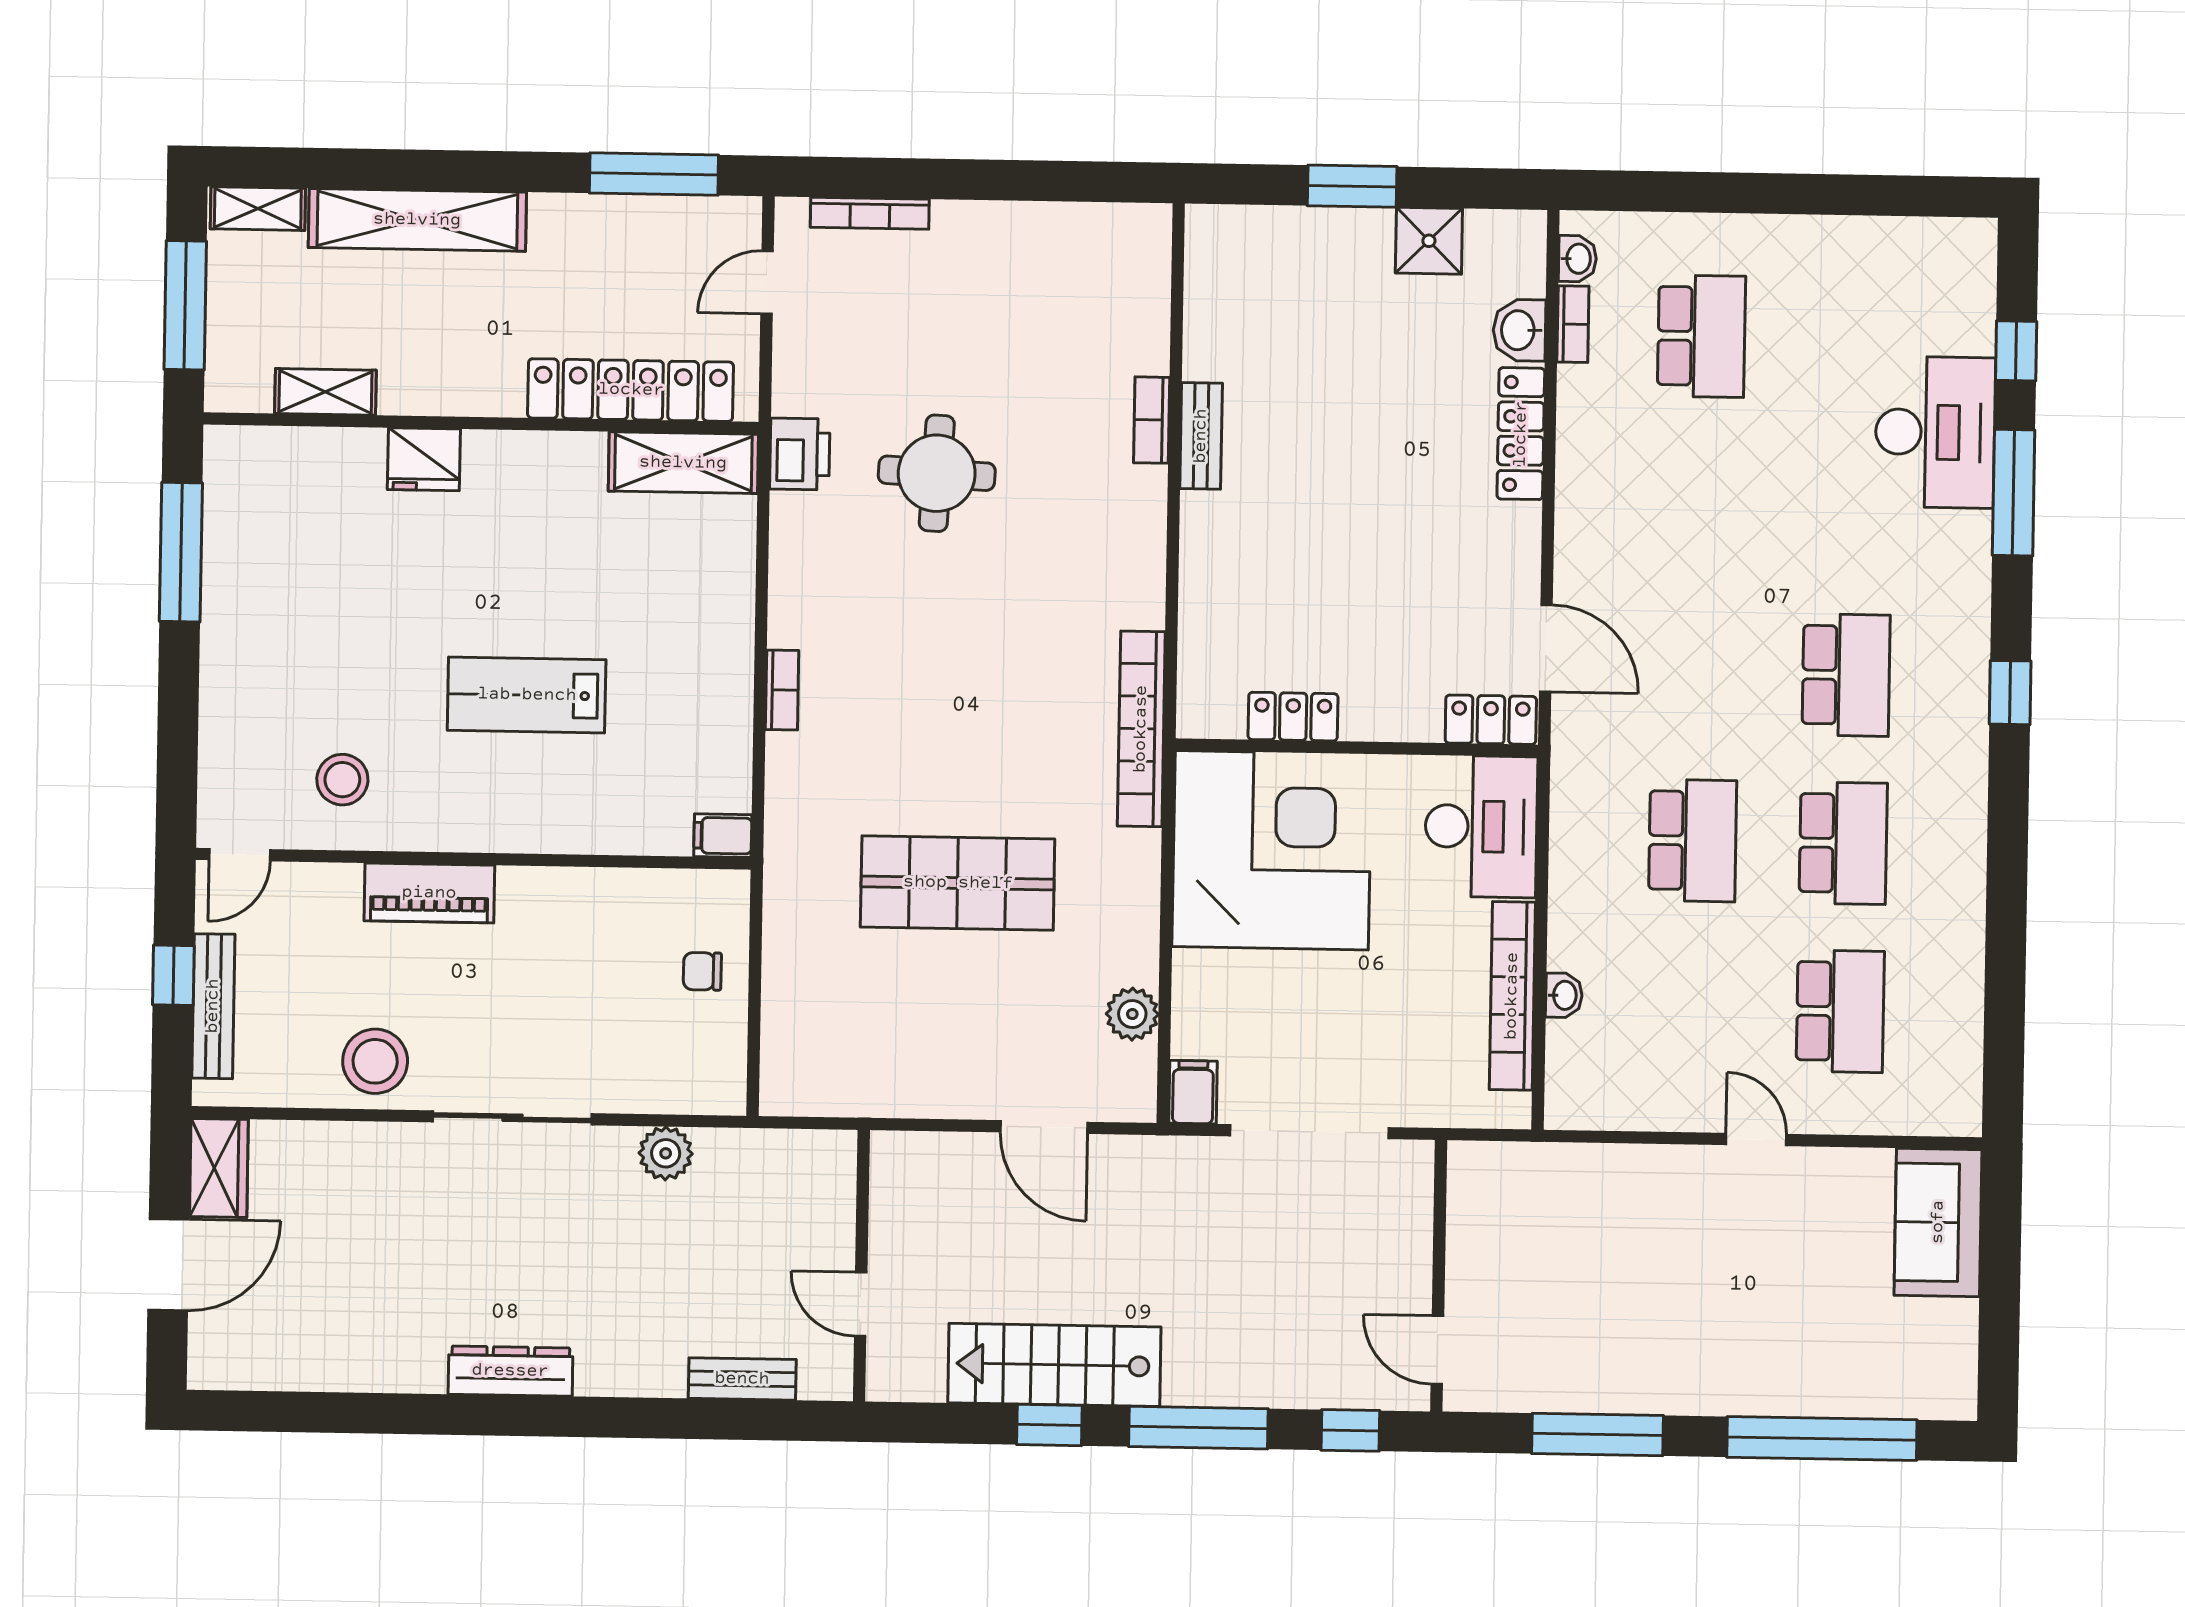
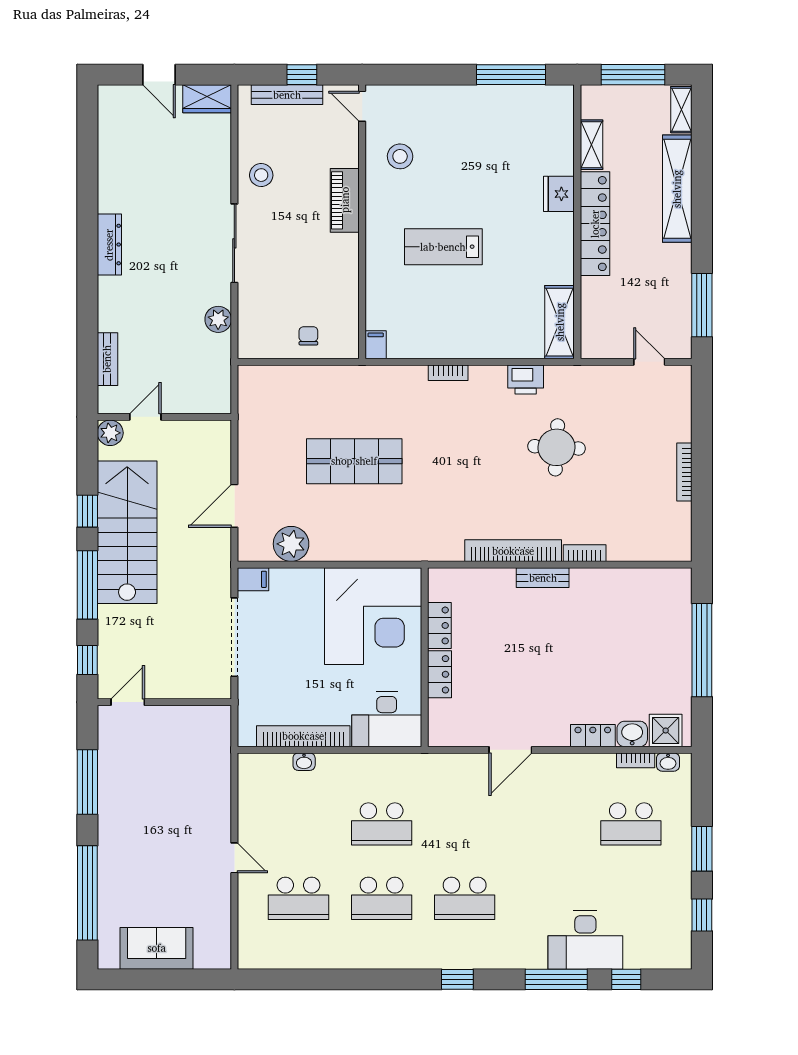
window: (1352, 186) -> (702, 650), width x2.11
window: (1754, 193) -> (702, 849), added
window: (1888, 196) -> (702, 915), added
bookcase: (870, 213) -> (684, 472), moved
shower: (1429, 241) -> (666, 730), moved
locker: (631, 390) -> (595, 224), moved
locker: (1521, 434) -> (593, 736), width x0.66
bench: (1201, 436) -> (543, 578), moved
printer: (800, 454) -> (526, 379), moved
door: (1546, 648) -> (510, 750), moved
lab bench: (527, 695) -> (443, 247), turned -90
locker: (1491, 720) -> (440, 674), moved
bookcase: (1141, 729) -> (513, 551), moved
shop shelf: (958, 883) -> (354, 461), turned 90
plant: (1132, 1014) -> (291, 544), width x1.36, depth x1.36
stool: (375, 1061) -> (261, 175), width x0.73, depth x0.73
door: (1756, 1140) -> (234, 858), hinge flipped
sofa: (1938, 1222) -> (157, 948), moved
door: (168, 1265) -> (159, 75), width x0.73
stairs: (1054, 1365) -> (127, 532), width x1.36, depth x1.51
plant: (892, 1376) -> (110, 433), added

